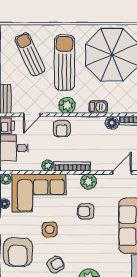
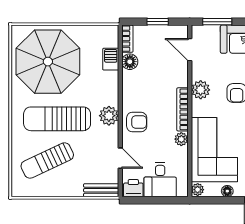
barbecue: (98, 107) -> (111, 59), moved

